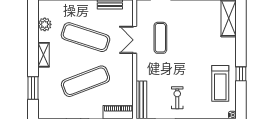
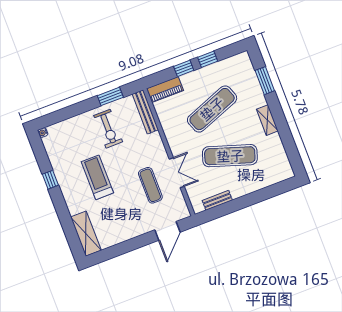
plant: (45, 24) -> (278, 153), removed
treadmill: (220, 83) -> (97, 177), moved
exercise bike: (177, 98) -> (108, 129), width x1.38, depth x1.39

